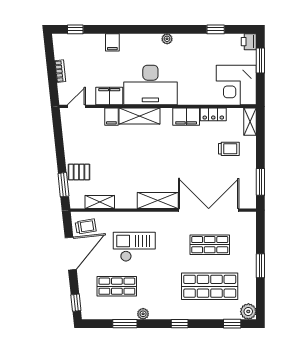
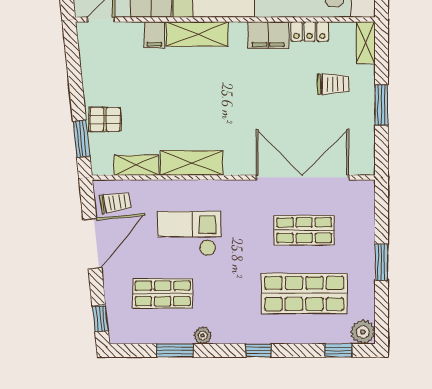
window: (260, 182) -> (381, 105), moved
shelving: (158, 201) -> (192, 163), moved

